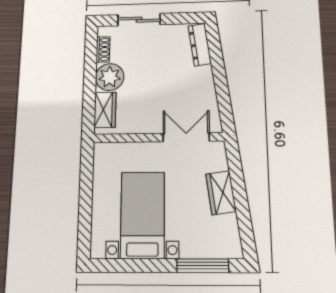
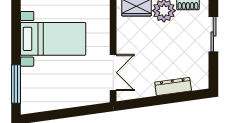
dresser: (200, 45) -> (173, 86), moved
wardrobe: (221, 193) -> (70, 99), removed

